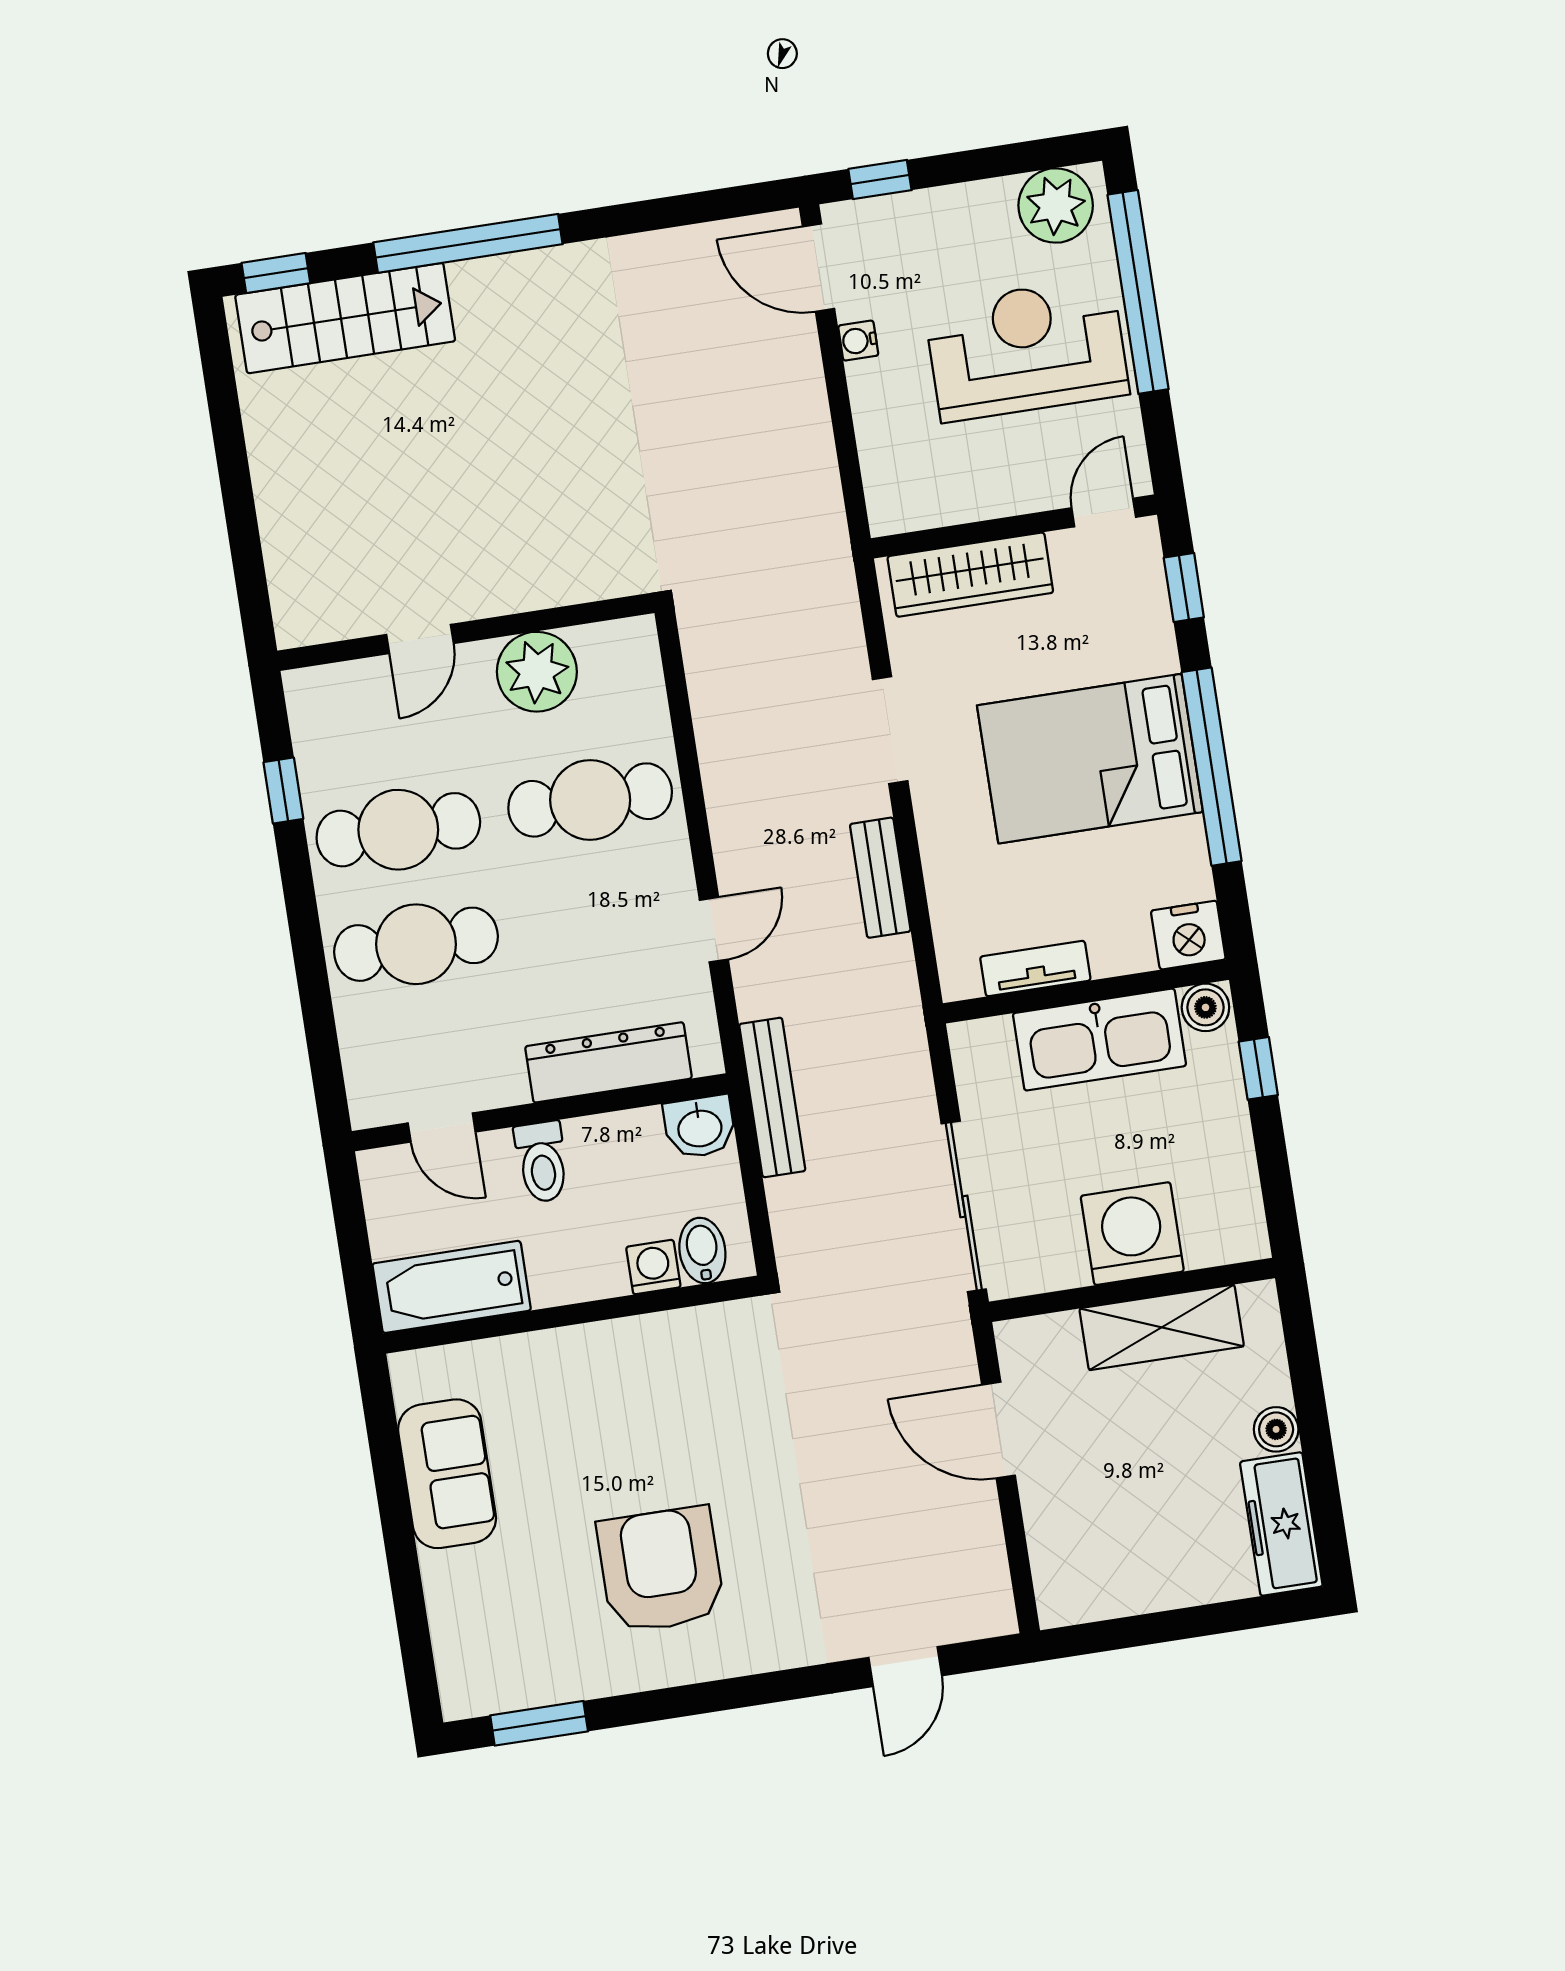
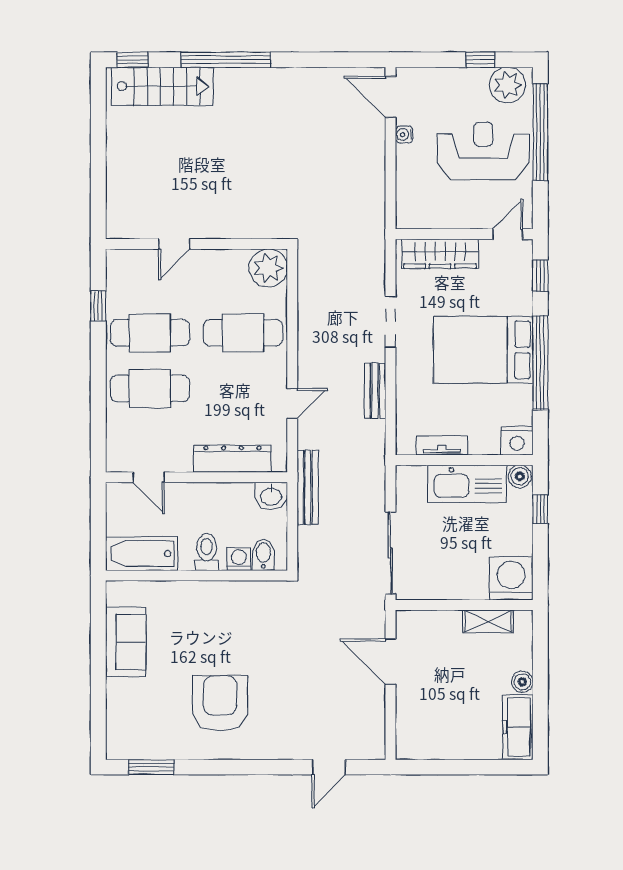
window: (880, 180) -> (480, 60), moved
plant: (537, 672) -> (268, 268), moved
toilet: (542, 1162) -> (207, 552), moved, turned 180
washing machine: (1132, 1234) -> (511, 578), moved
shelving: (1162, 1327) -> (488, 621), width x0.67, depth x0.75

